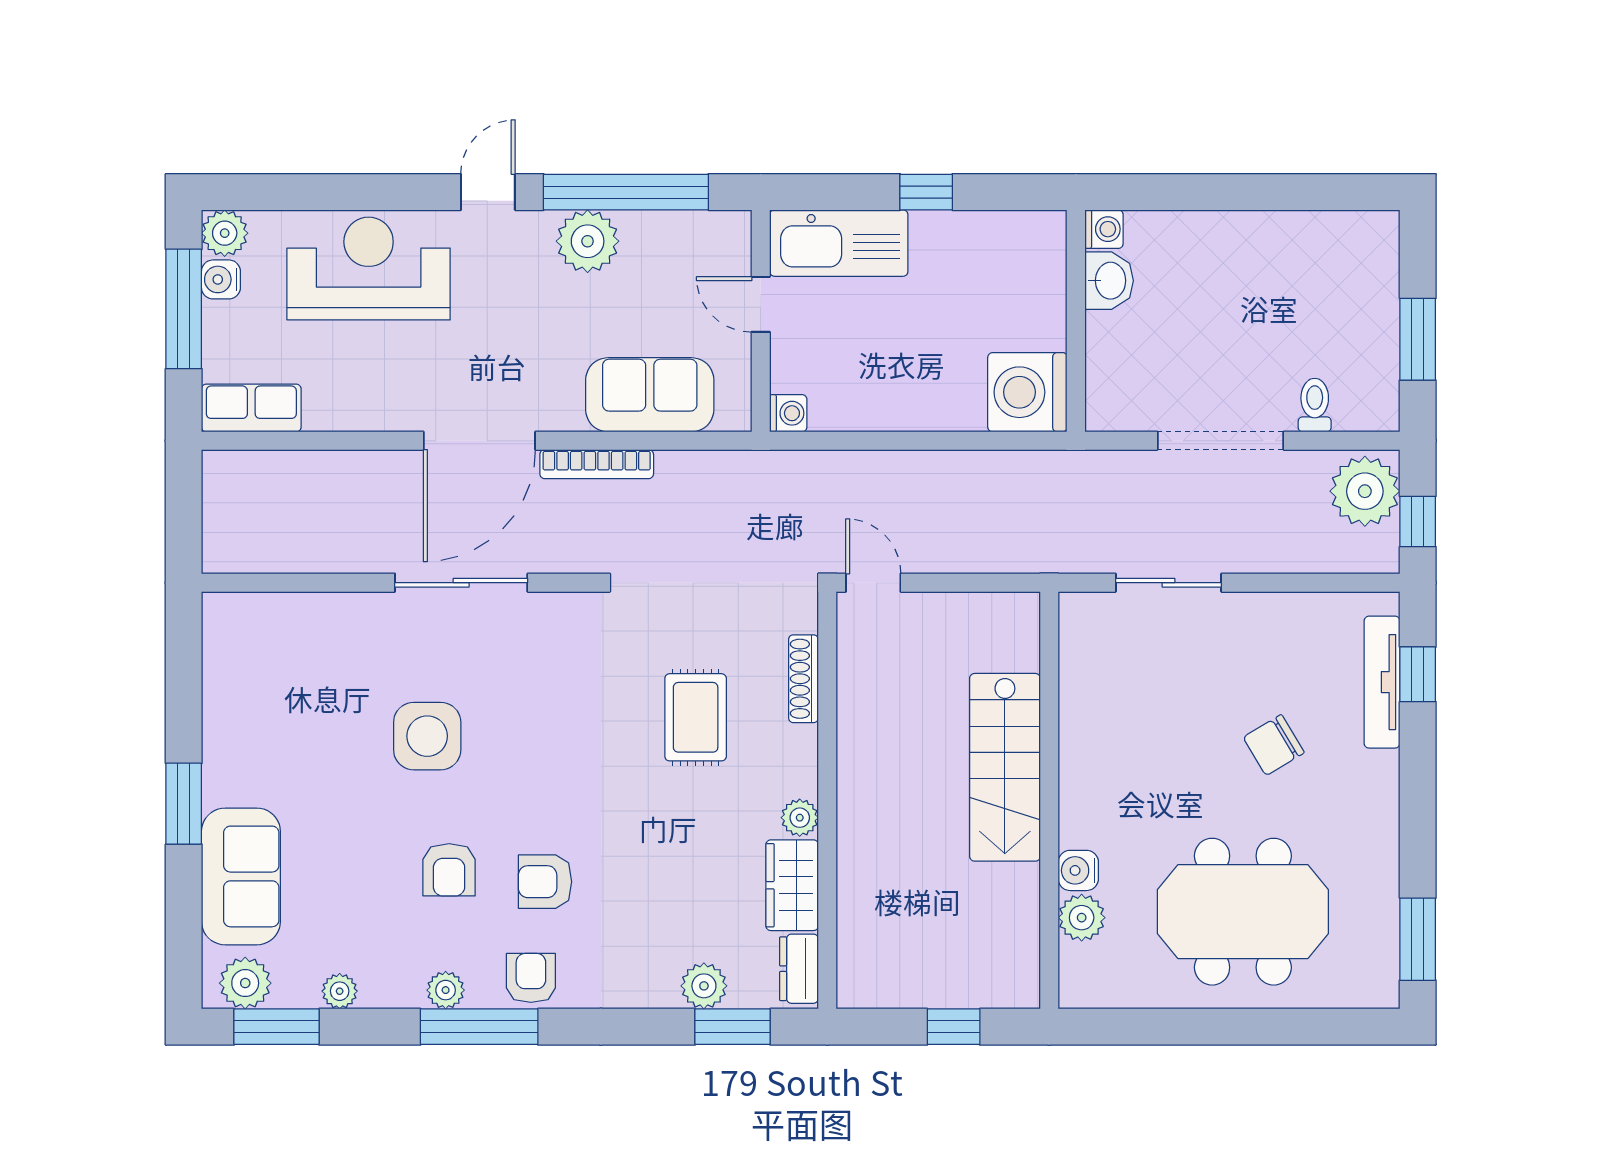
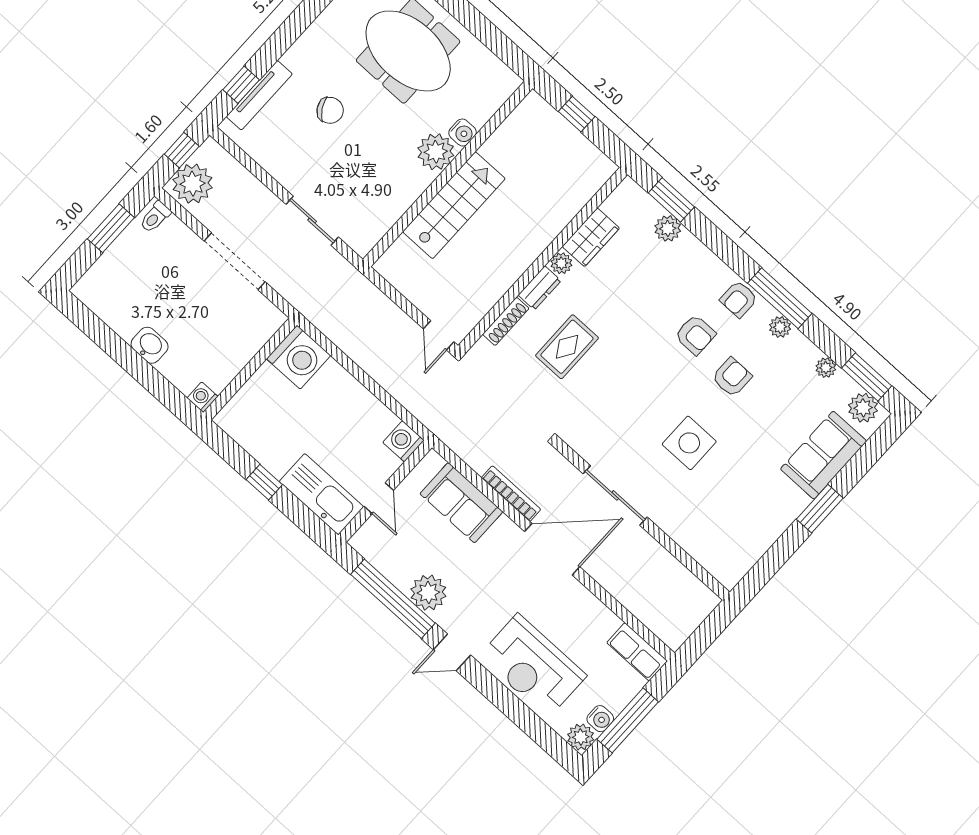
washbasin: (1109, 281) -> (150, 345), moved, turned 90
toilet: (1315, 405) -> (155, 217), moved
washing machine: (788, 413) -> (403, 441), width x1.38, depth x1.38
plant: (1082, 918) -> (436, 152), moved, width x1.36, depth x1.36
dresser: (799, 969) -> (540, 288), moved

